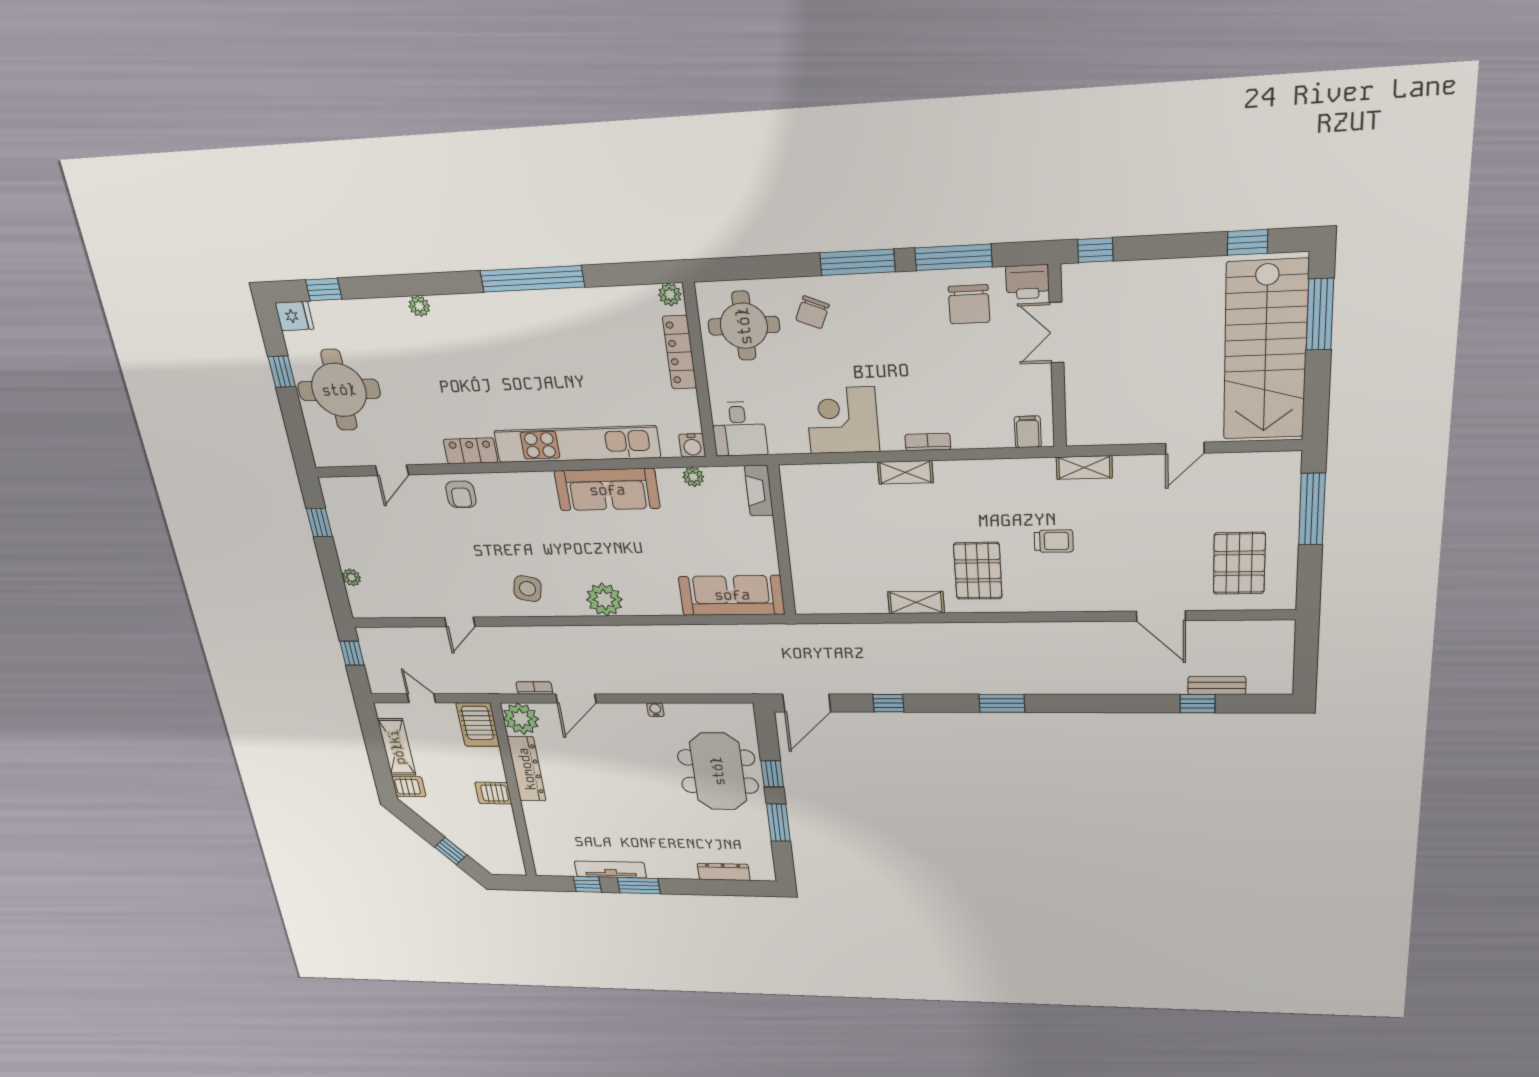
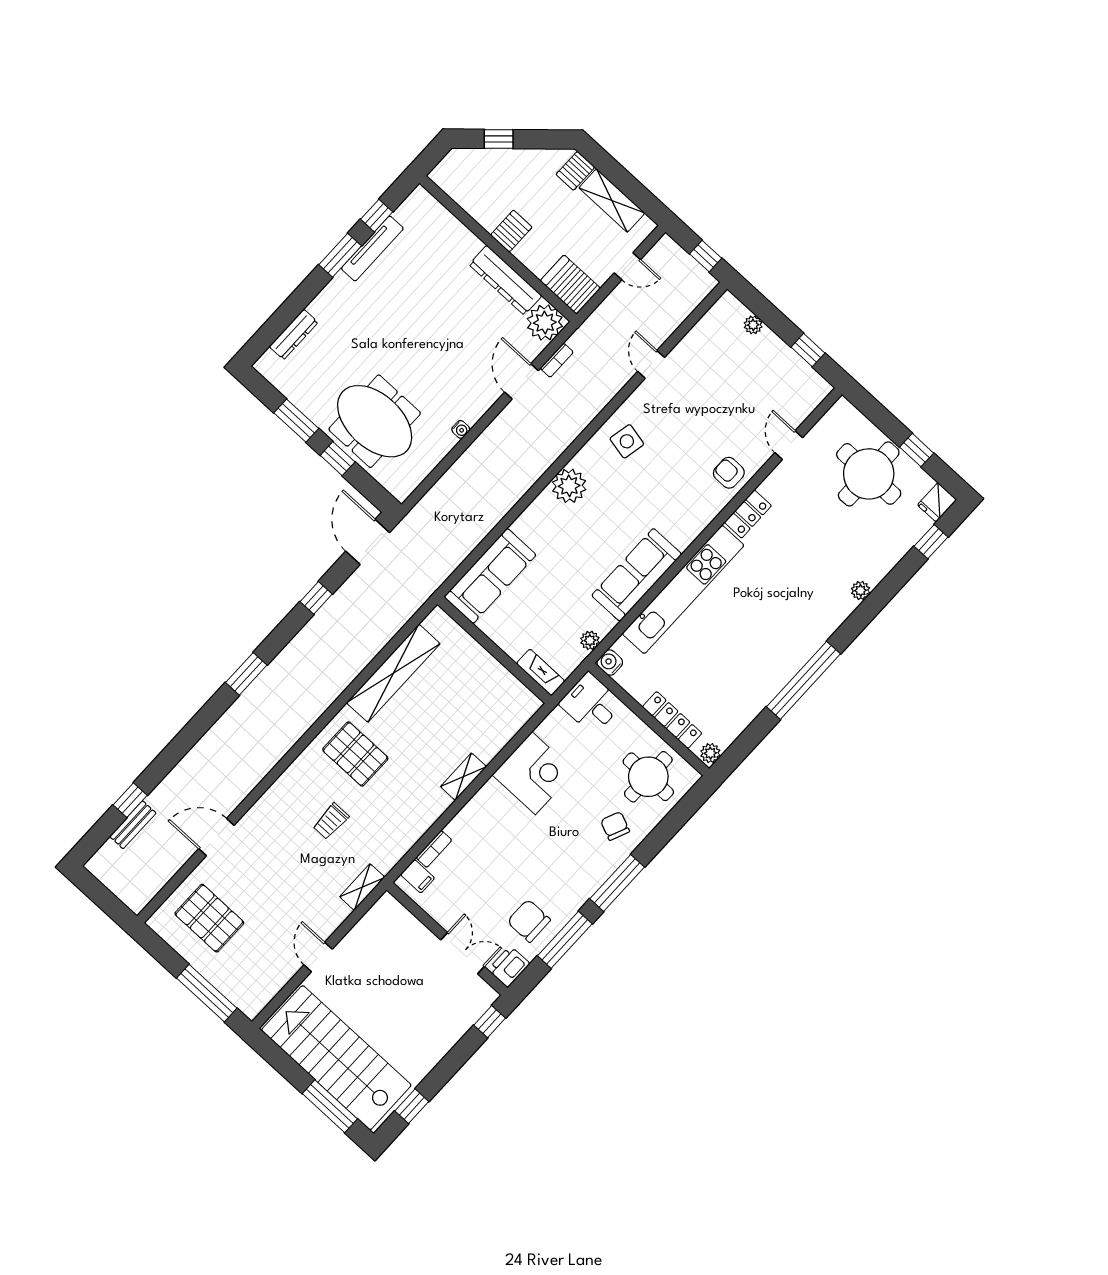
bookcase: (928, 442) -> (434, 849), moved
shelving: (916, 602) -> (393, 673), width x2.20, depth x1.33

